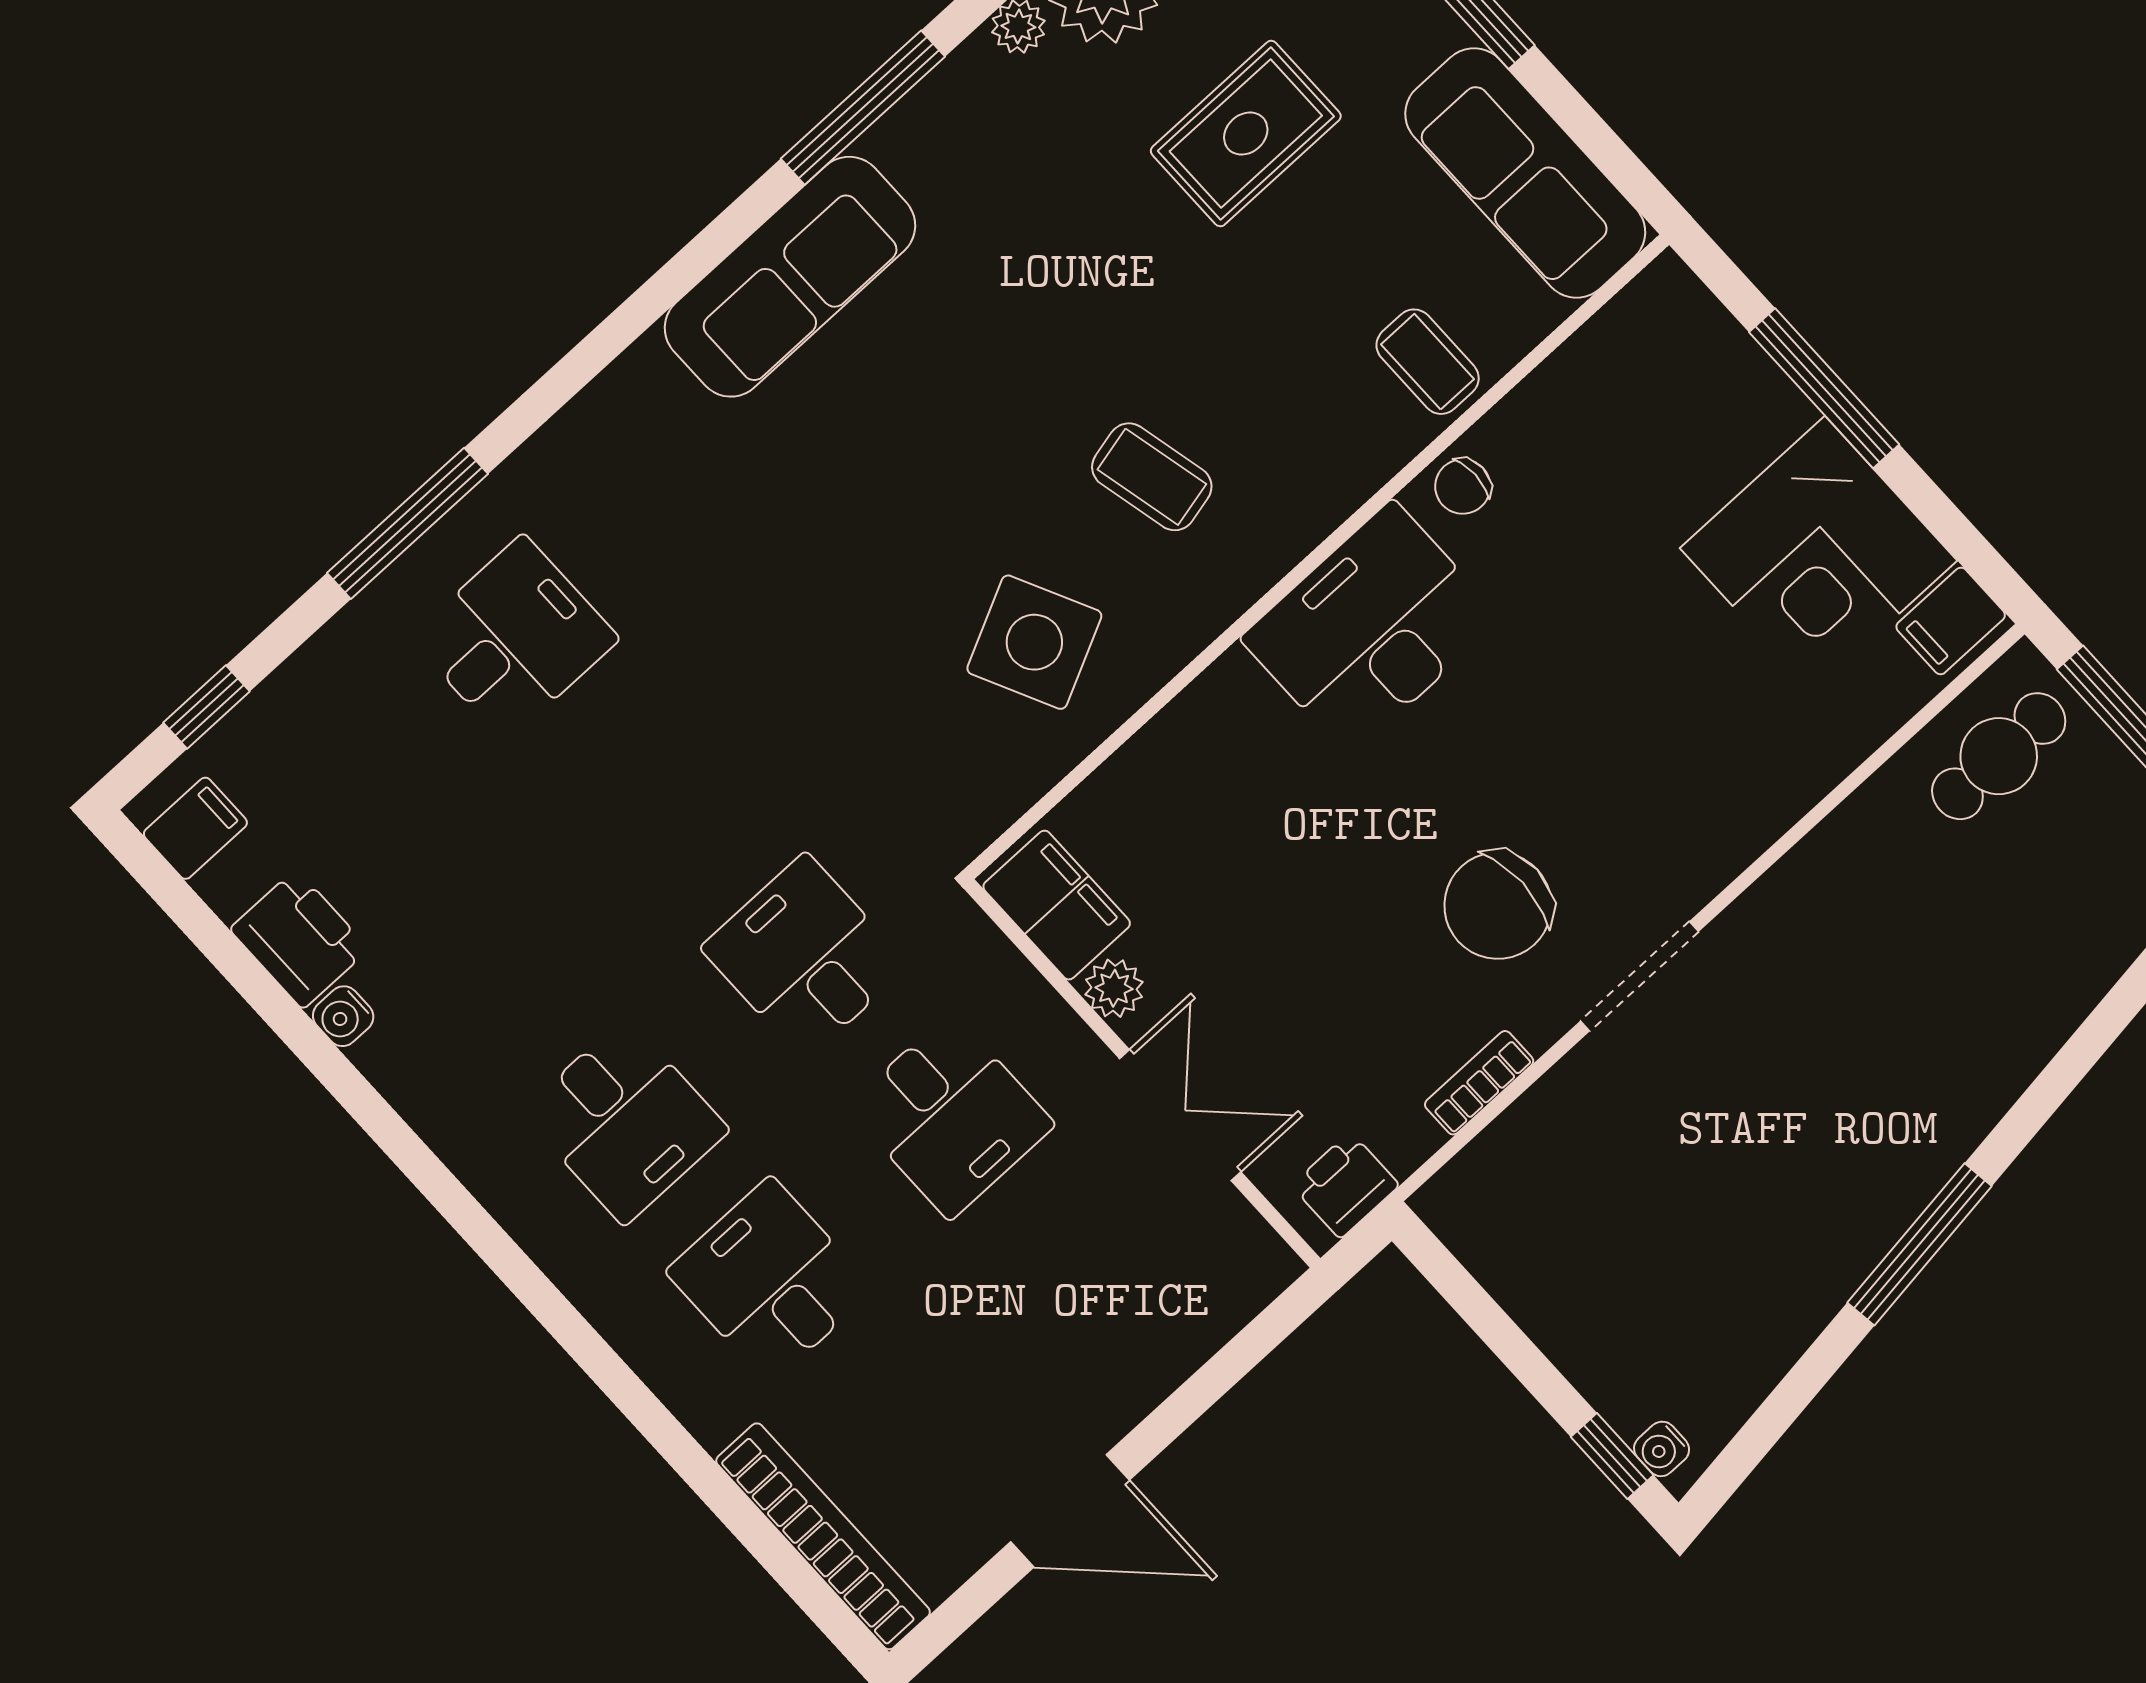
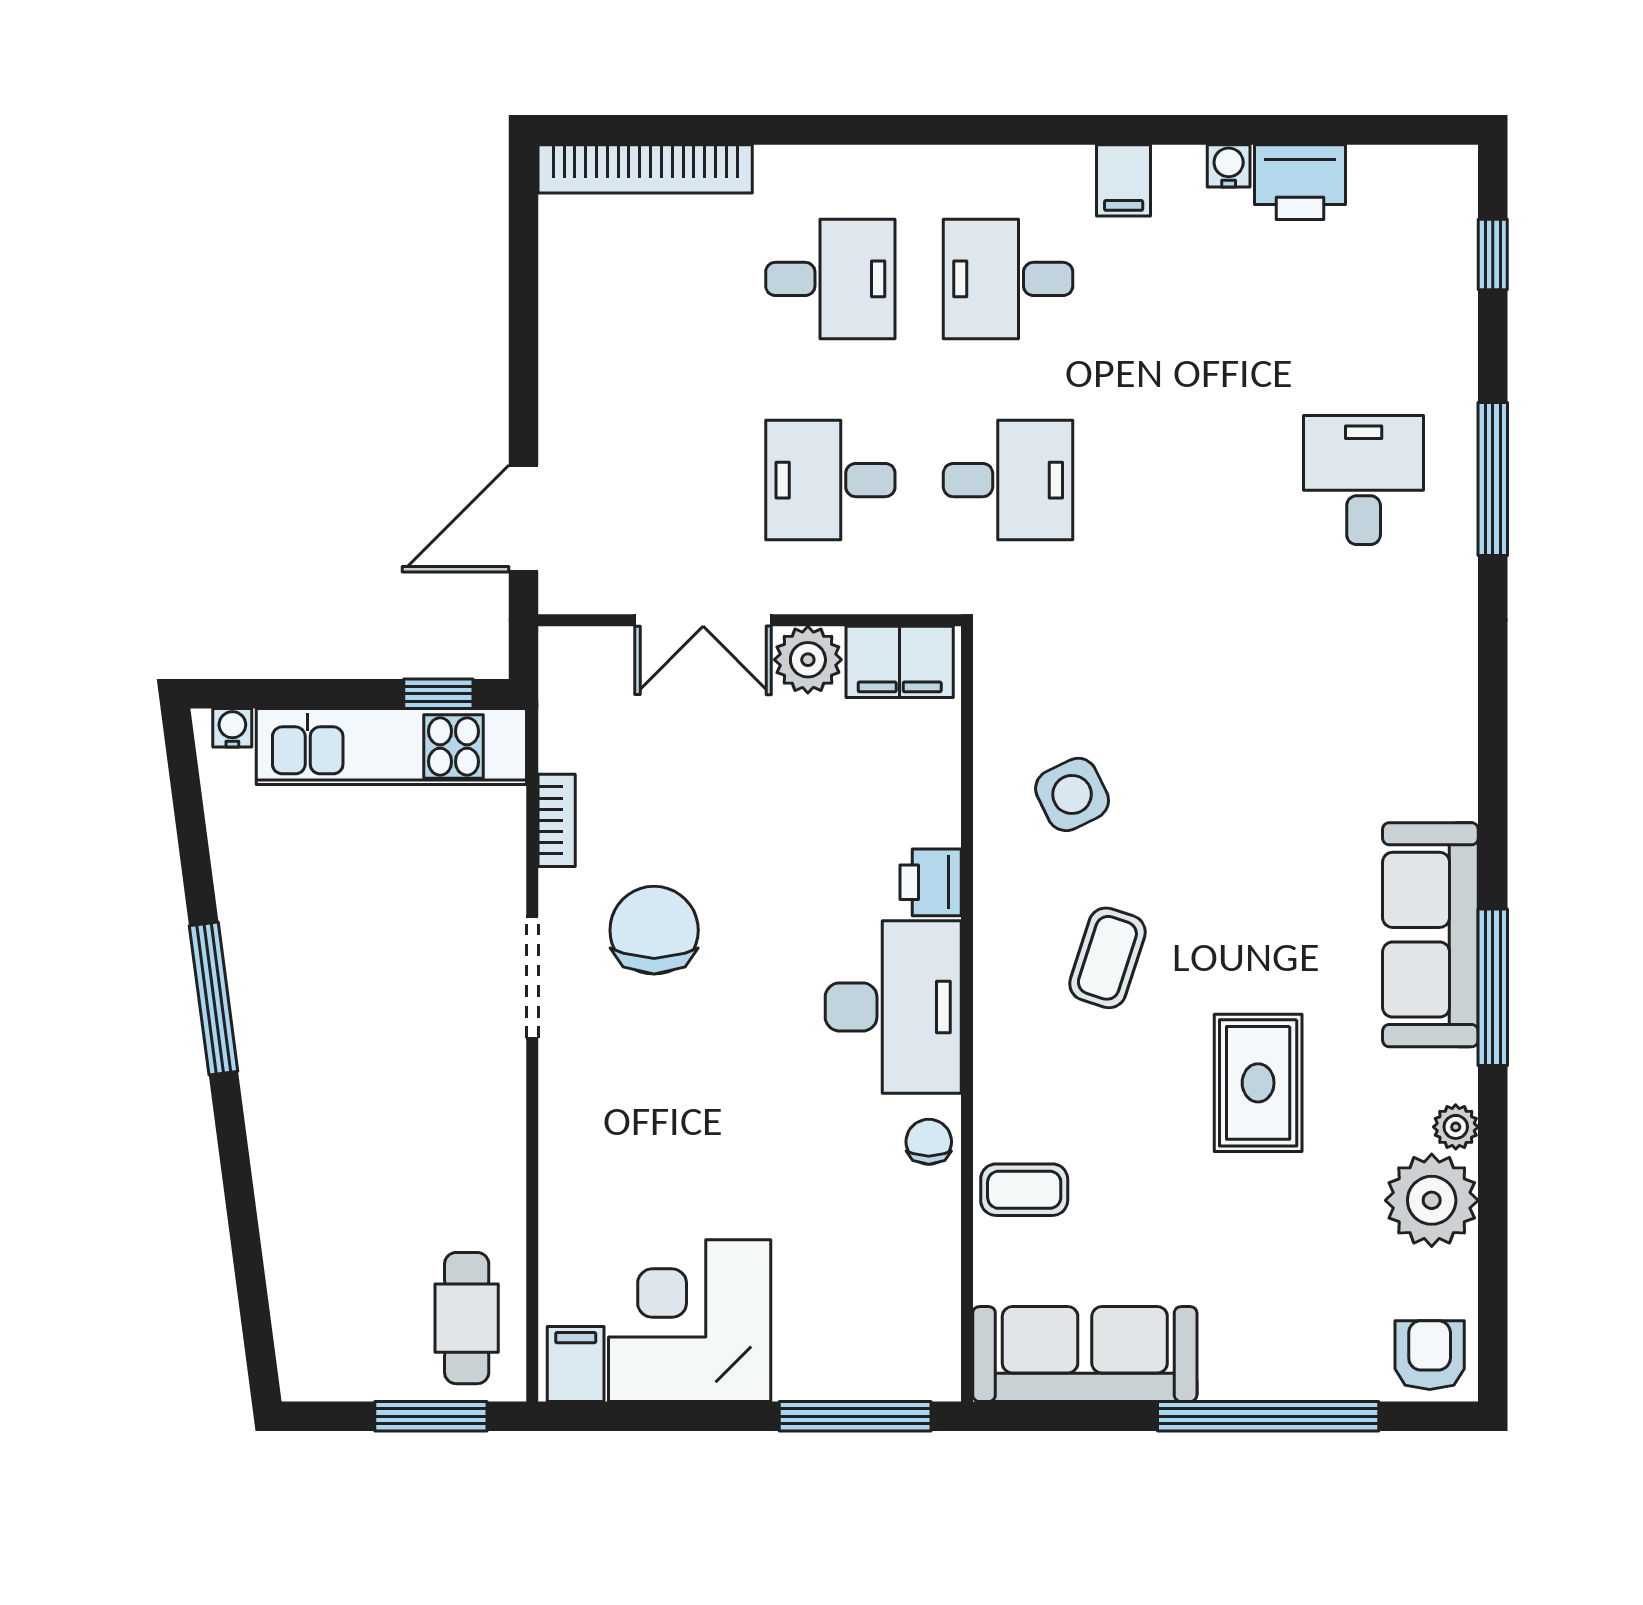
rug: (1246, 134) -> (1258, 1083), moved
sofa: (790, 277) -> (1430, 935), moved
window: (1824, 388) -> (855, 1416), moved
coffee table: (1152, 477) -> (1107, 958), turned -59
desk: (514, 638) -> (1364, 480), turned 180
side table: (1034, 642) -> (1072, 794), width x0.73, depth x0.73
filing cabinet: (195, 828) -> (1124, 180), moved
plant: (1114, 988) -> (808, 660), width x1.38, depth x1.38
printer: (1345, 1185) -> (931, 882), moved, turned 180
kitchen unit: (1548, 1291) -> (391, 746), added
window: (1612, 1456) -> (438, 694), moved
door: (1070, 1511) -> (523, 519), moved

